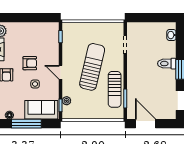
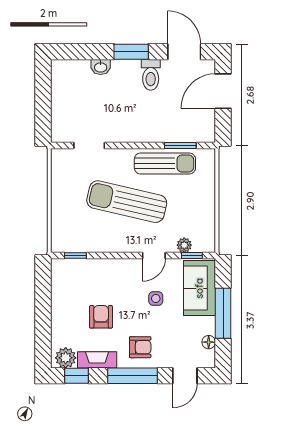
washbasin: (171, 35) -> (101, 67), moved
armchair: (30, 63) -> (101, 317), moved
toilet: (167, 64) -> (151, 75), moved
door: (60, 72) -> (154, 255), moved
door: (146, 124) -> (223, 91), moved

